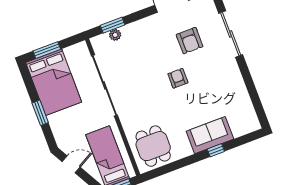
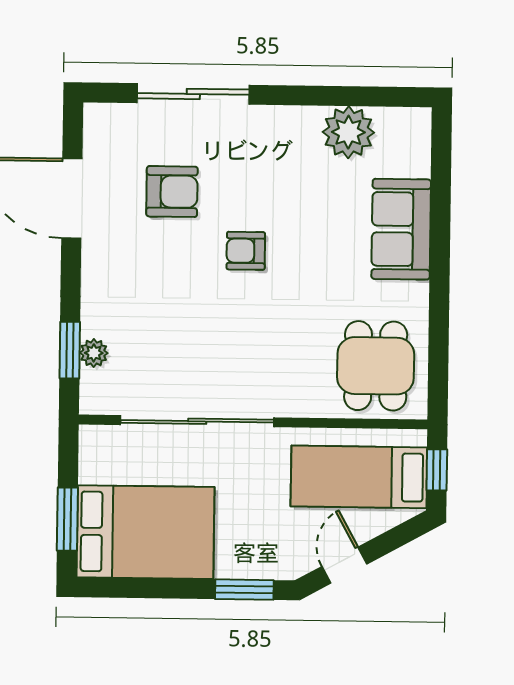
plant: (239, 100) -> (348, 132), added
window: (40, 113) -> (244, 590), moved
dining table: (153, 146) -> (376, 366), turned 90
window: (216, 150) -> (440, 229), removed

